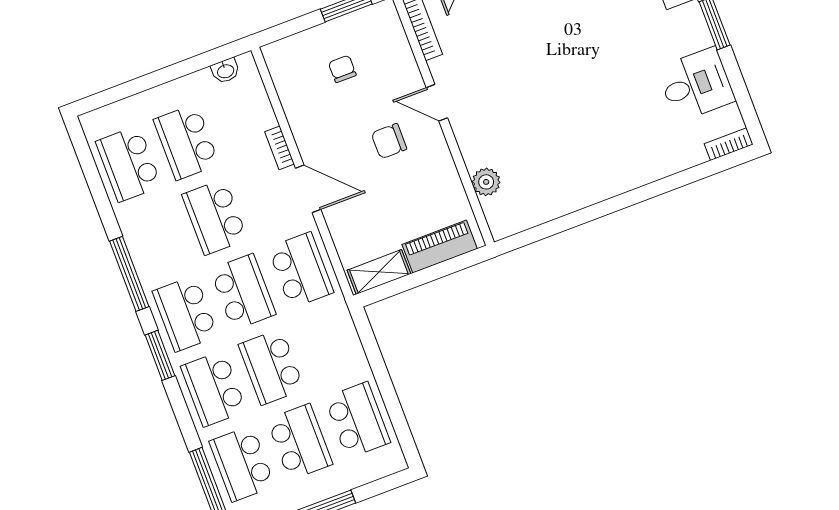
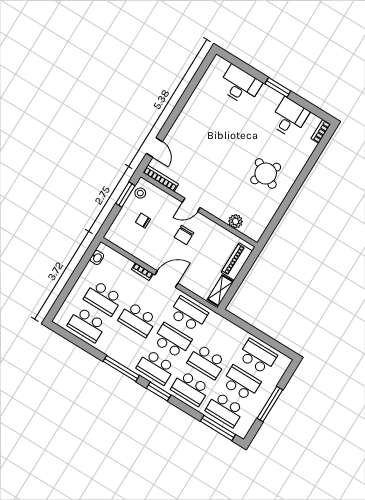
stool: (371, 22) -> (140, 193), added
round table: (591, 144) -> (266, 173), added

